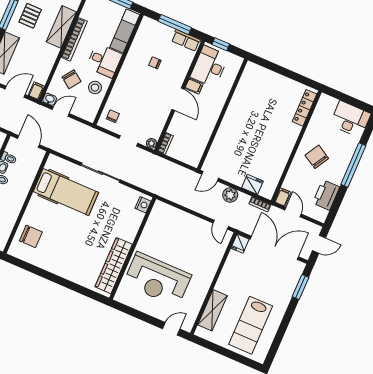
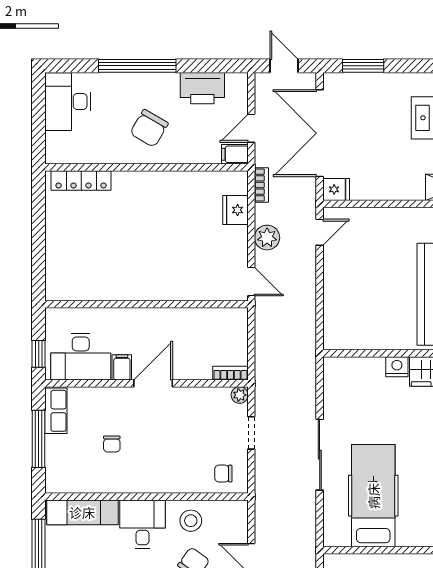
nightstand: (143, 205) -> (397, 367), moved

